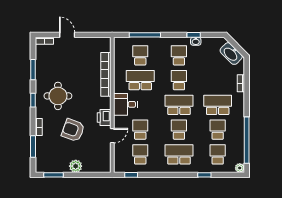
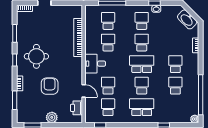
school desk: (140, 80) -> (108, 43), width x0.54
school desk: (218, 105) -> (175, 64), width x0.54
printer: (104, 118) -> (77, 108), moved
armchair: (73, 130) -> (50, 86), turned 70
door: (112, 136) -> (84, 91), hinge flipped
school desk: (218, 154) -> (175, 107), removed

